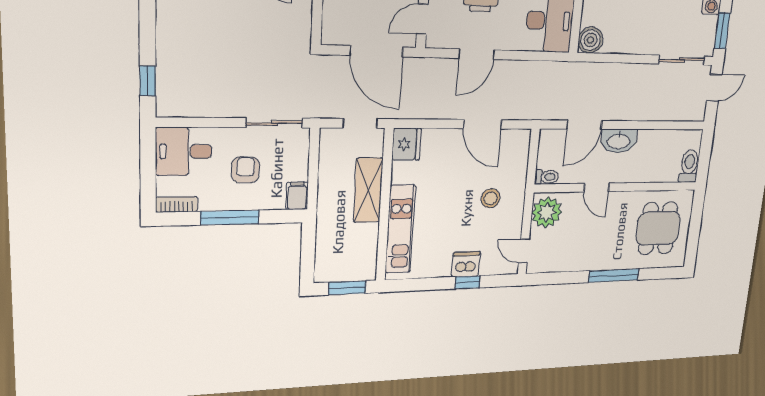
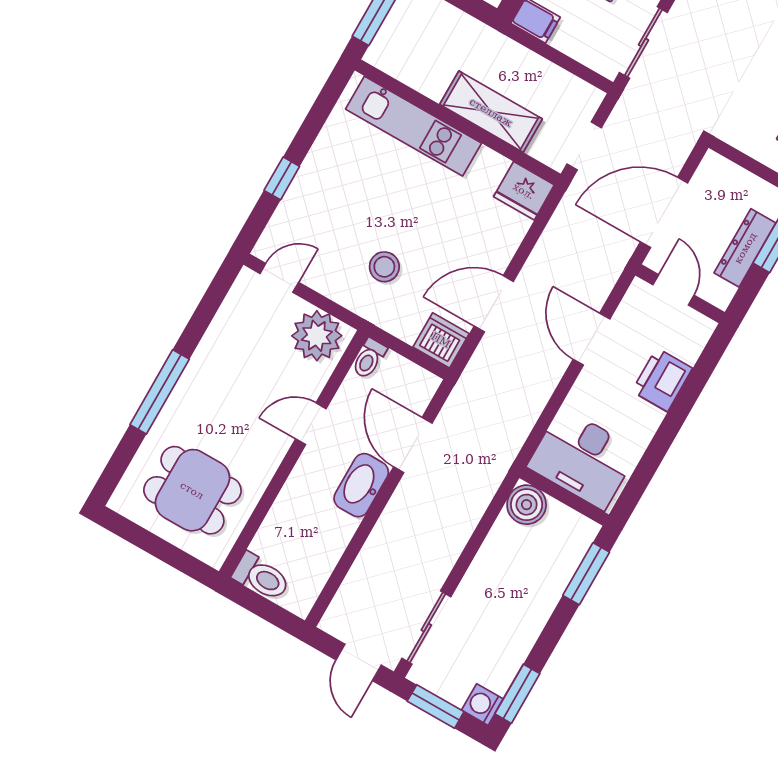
dishwasher: (466, 264) -> (441, 340), moved, turned -90

